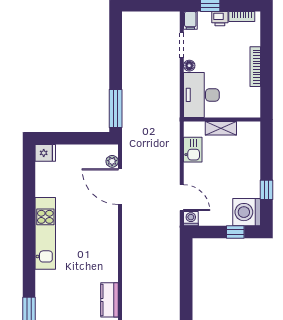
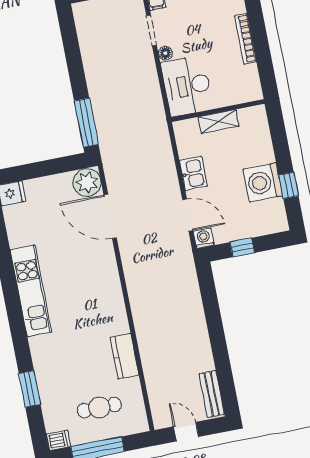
kitchen sink: (193, 150) -> (193, 173), moved
plant: (112, 161) -> (87, 182), width x1.88, depth x1.88
washing machine: (247, 212) -> (263, 182), moved
window: (235, 232) -> (242, 247), moved

